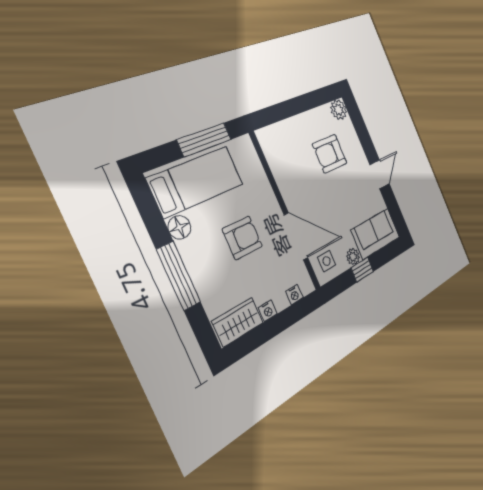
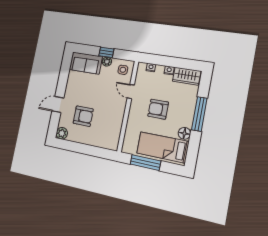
door: (380, 174) -> (58, 104), moved
door: (296, 236) -> (131, 92), width x0.53

